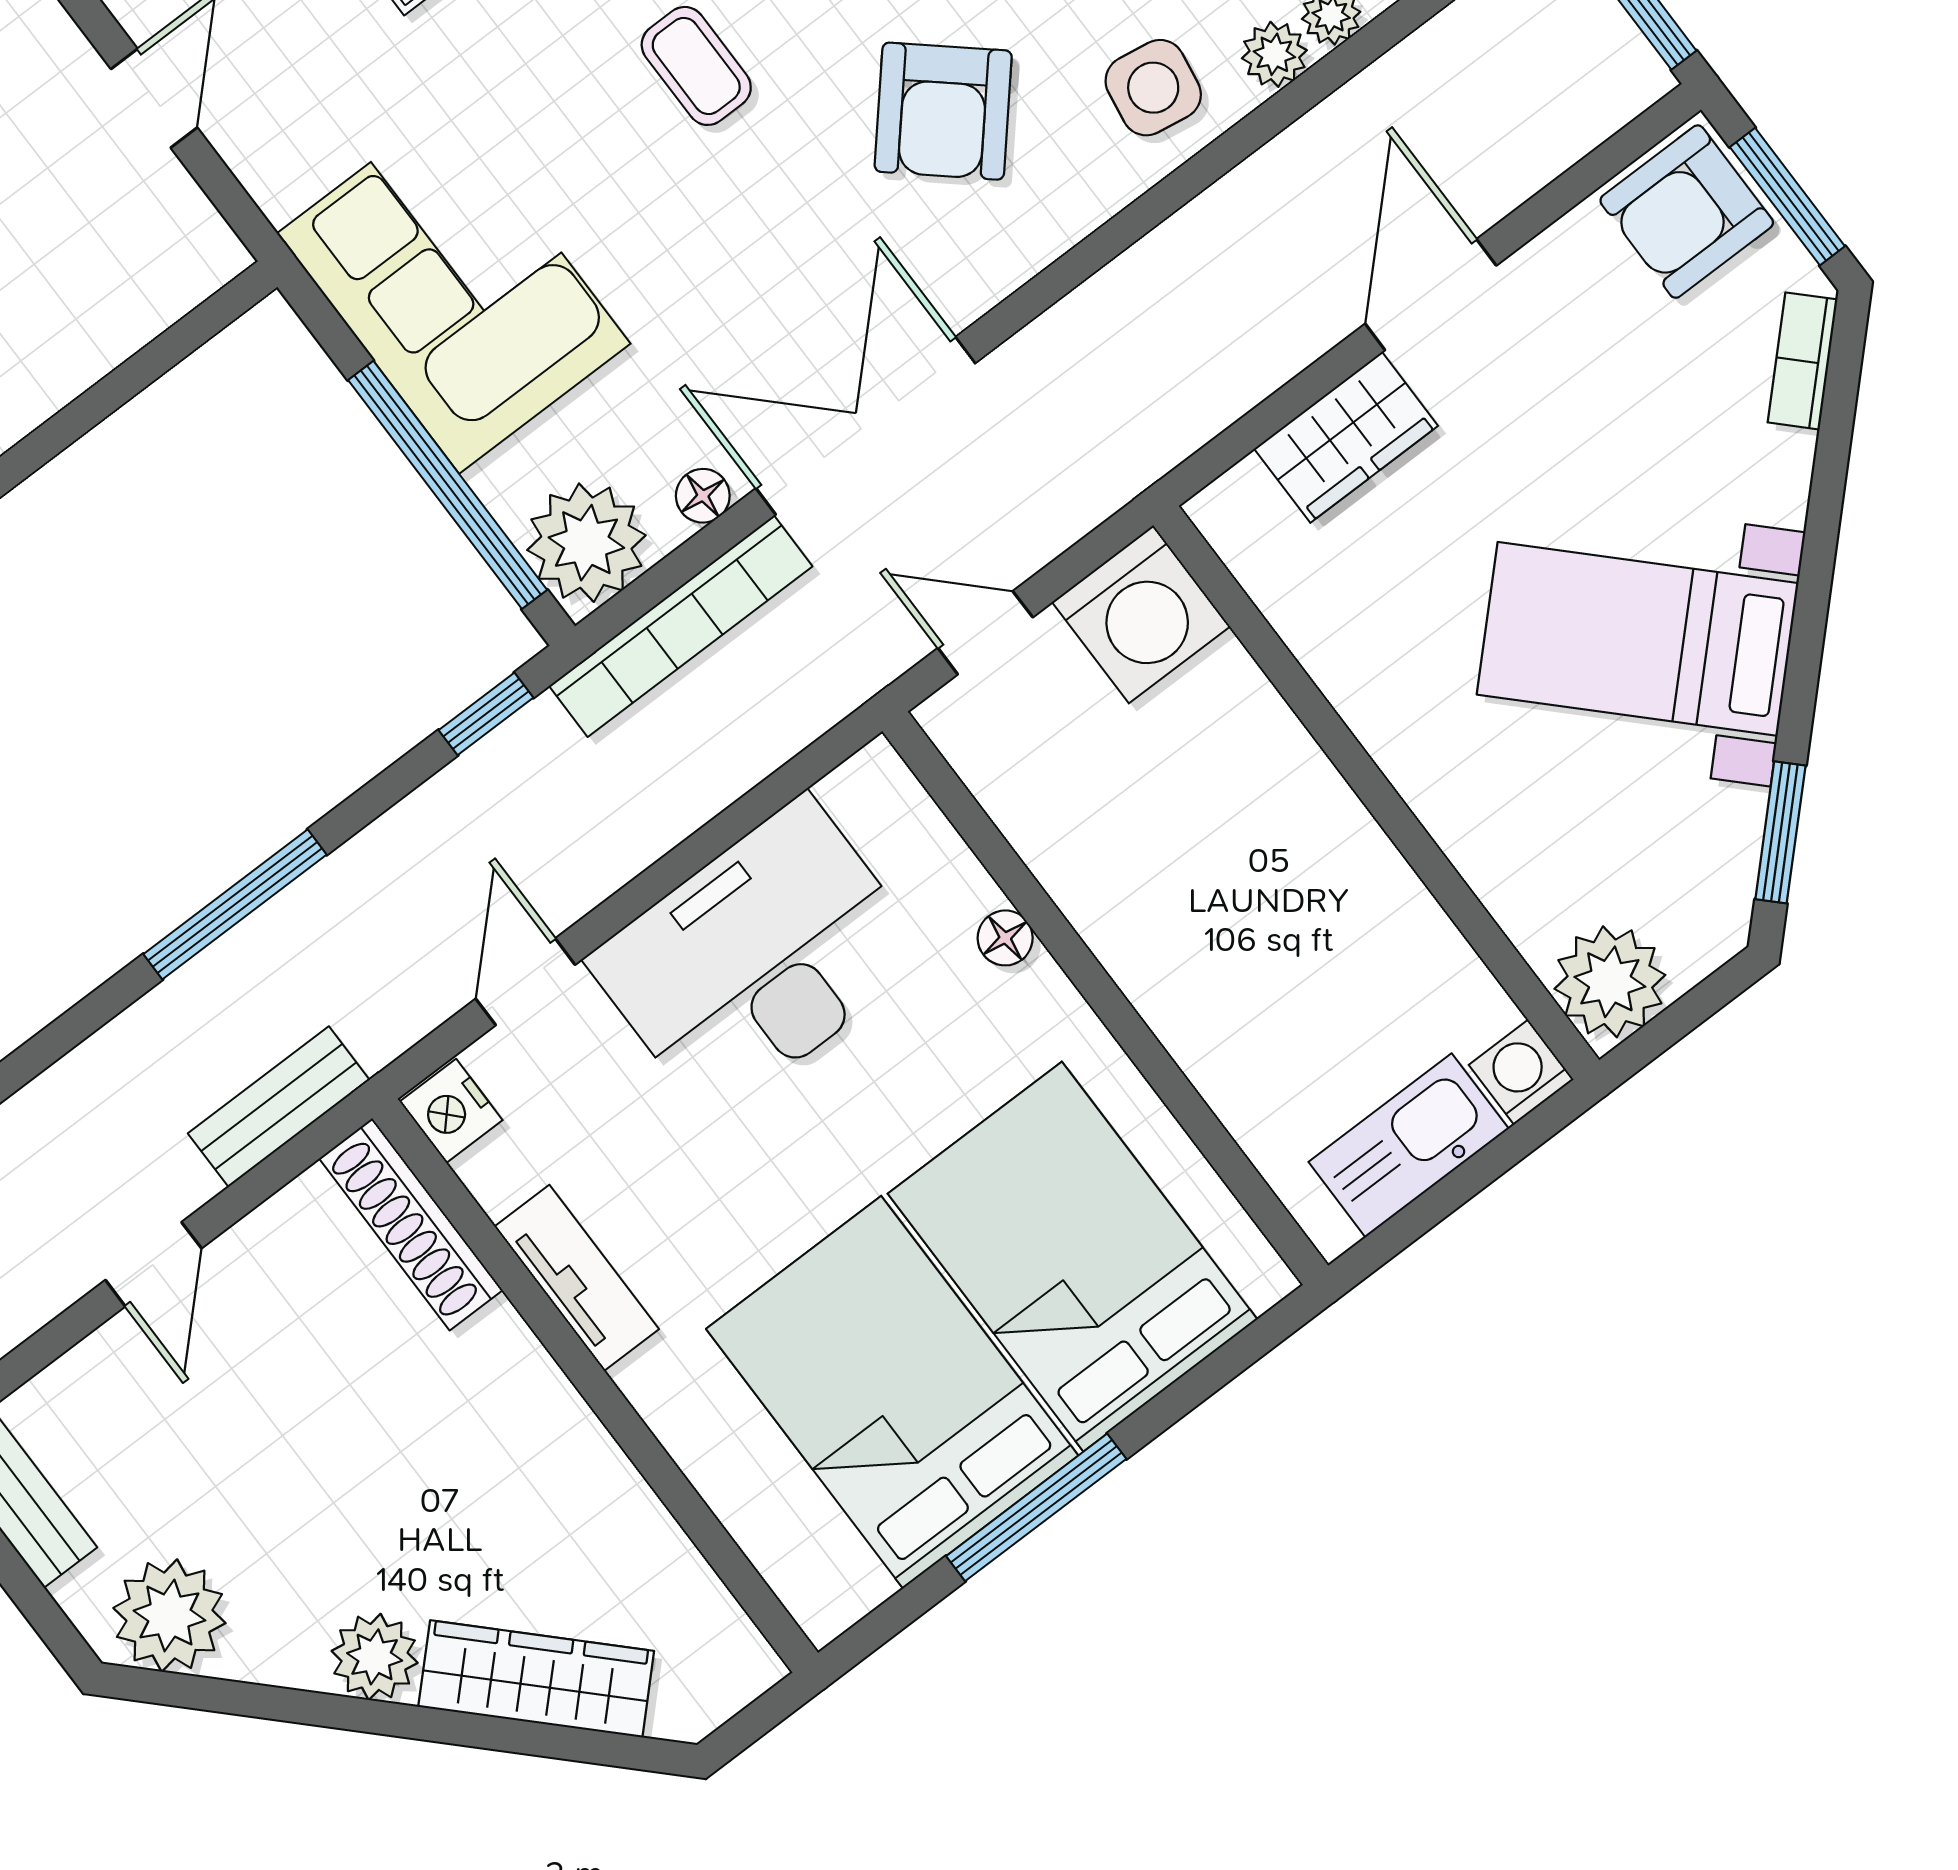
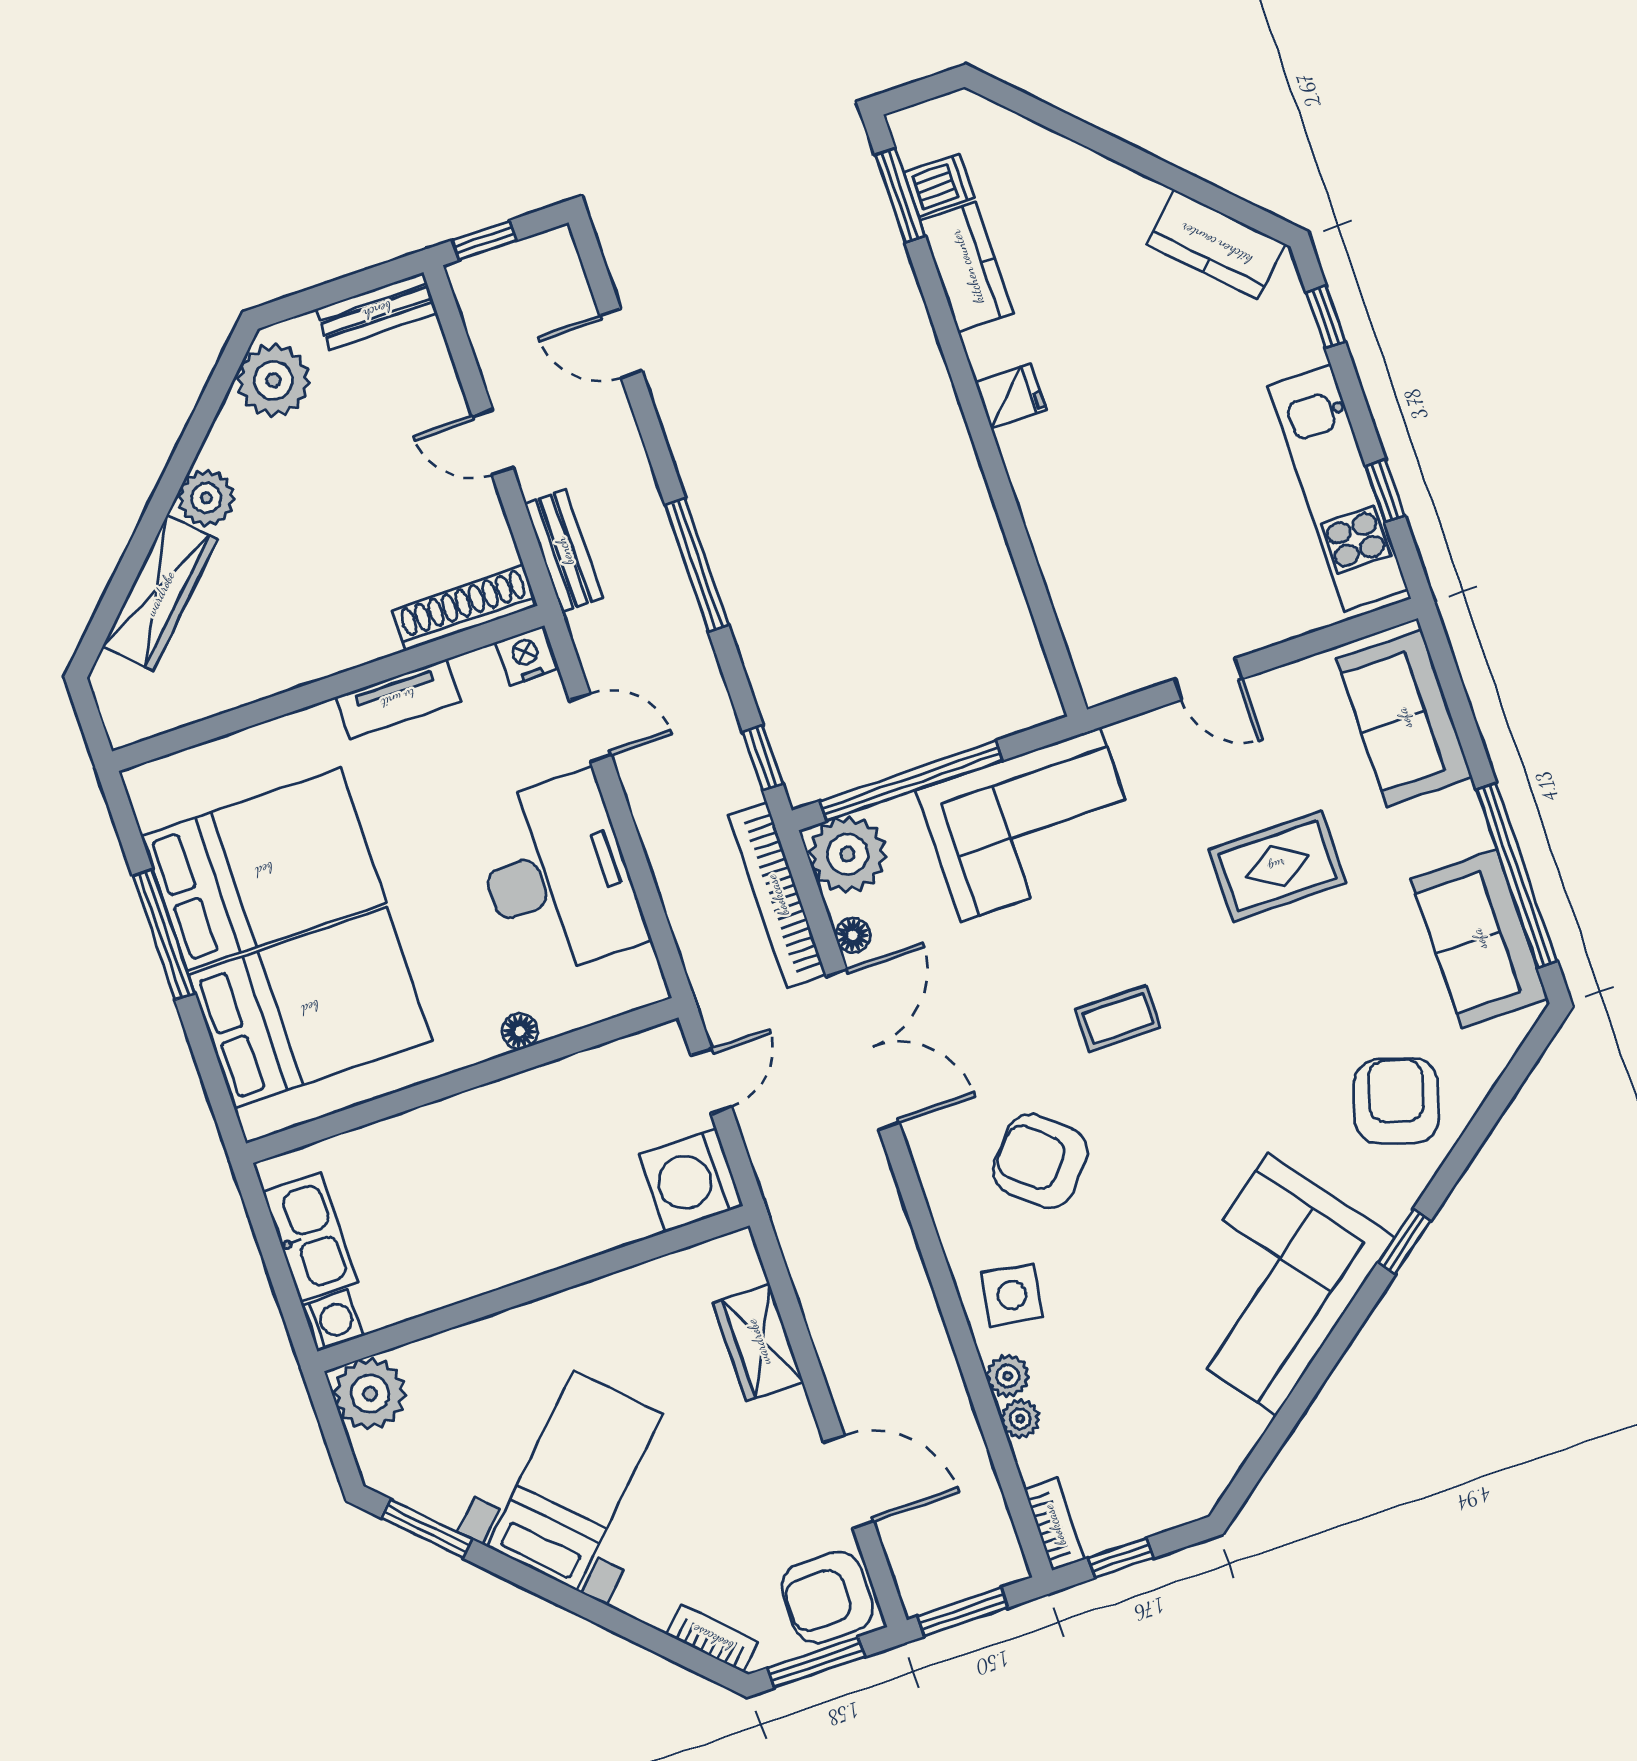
armchair: (1687, 212) -> (827, 1597), turned -90
door: (1431, 295) -> (848, 1482), moved

